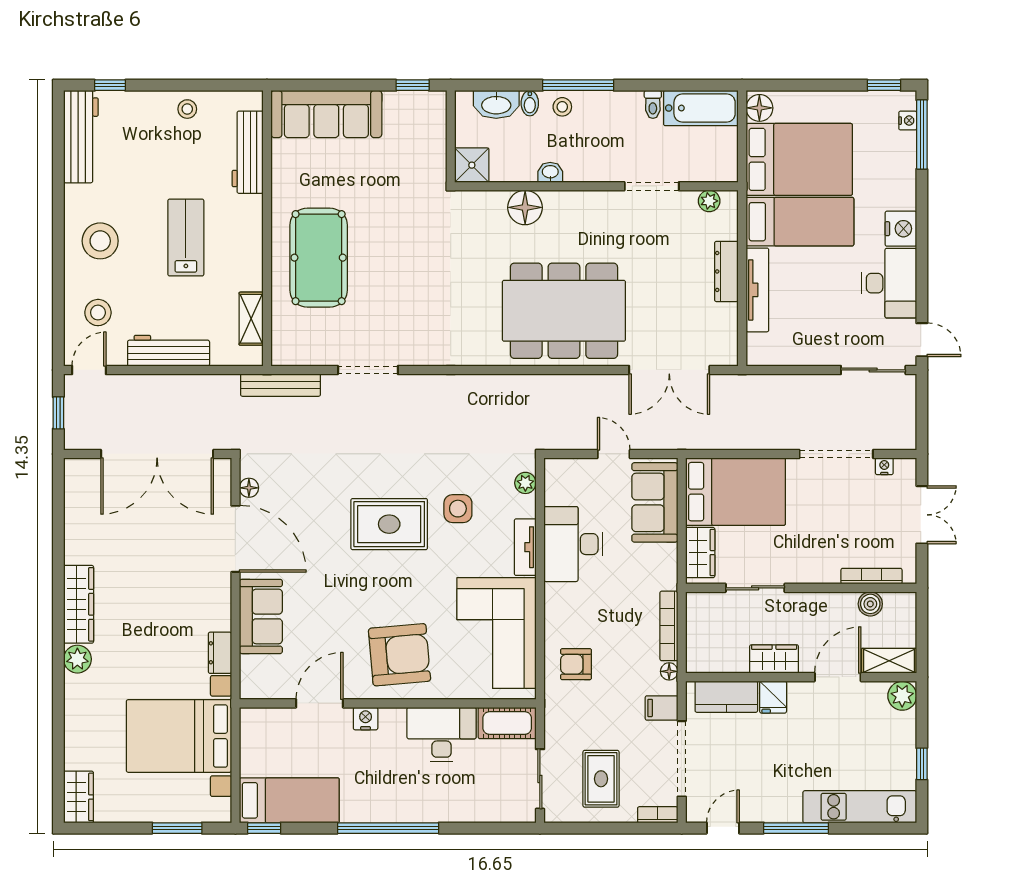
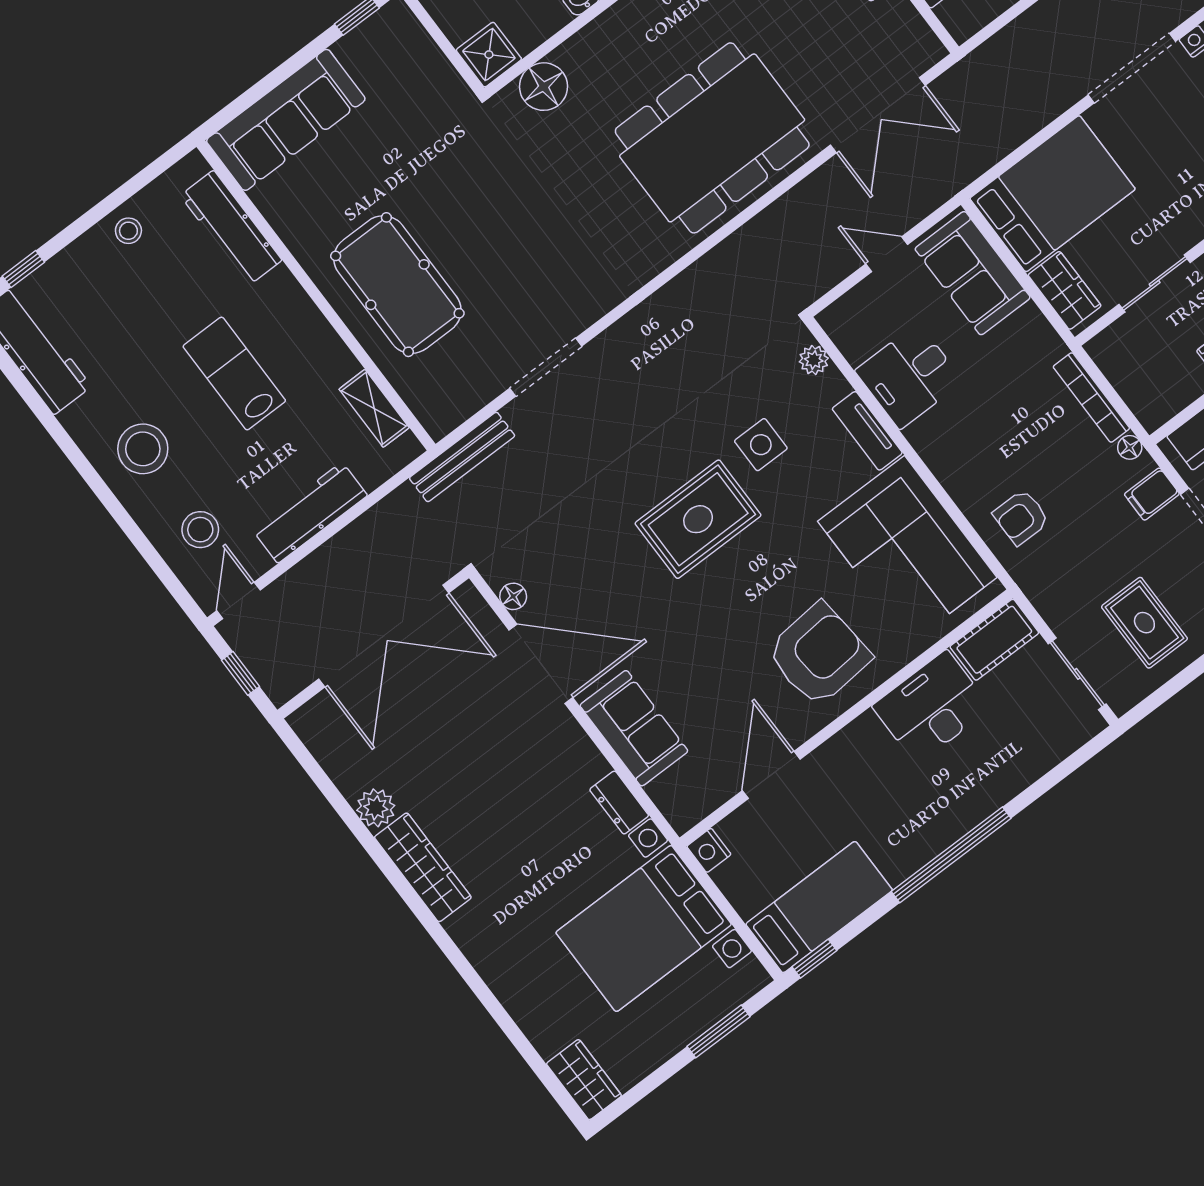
floor lamp: (525, 207) -> (544, 87), moved
desk: (573, 544) -> (909, 376), width x0.73
plant: (77, 659) -> (376, 808), moved
nightstand: (366, 719) -> (709, 850), moved, turned -90

